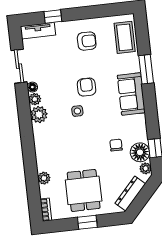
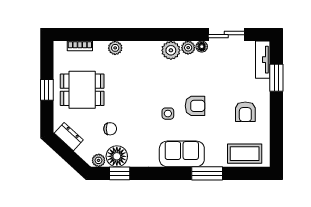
window: (53, 17) -> (276, 78), width x1.50
side table: (77, 111) -> (168, 114), moved
chair: (116, 145) -> (110, 129), moved
plant: (44, 178) -> (115, 48), moved
dresser: (130, 194) -> (69, 137), width x0.70
bookcase: (46, 210) -> (80, 46), moved

